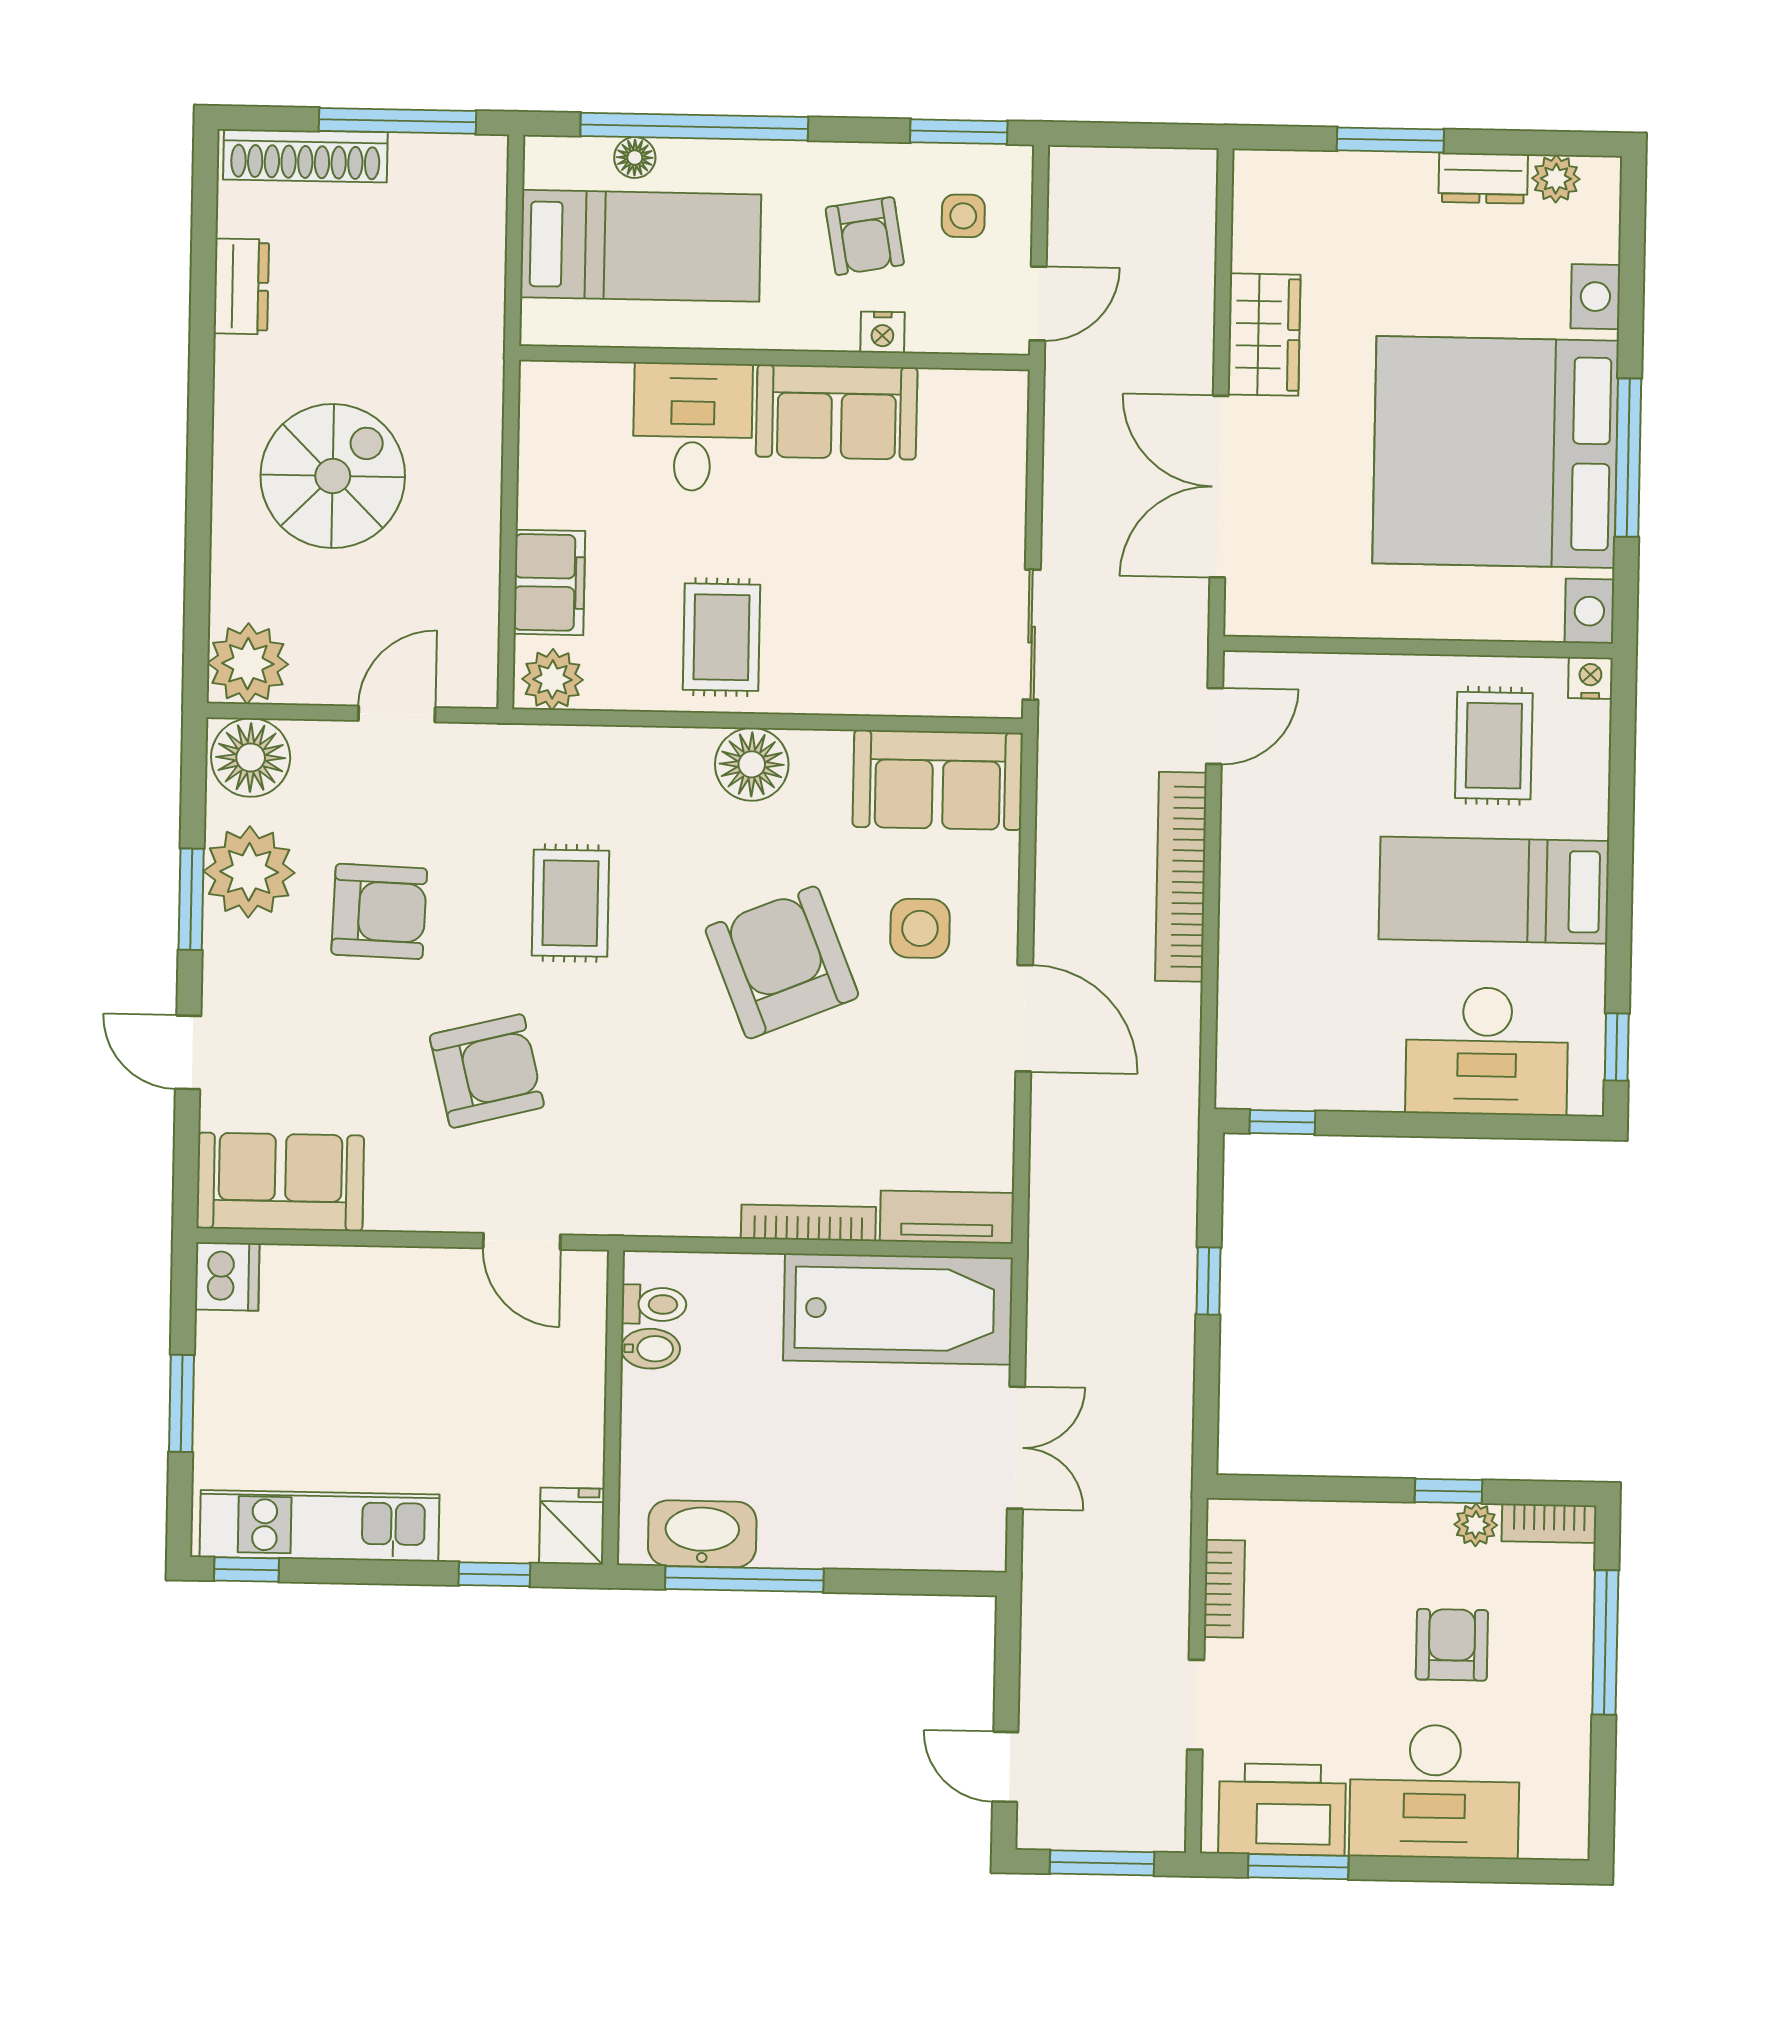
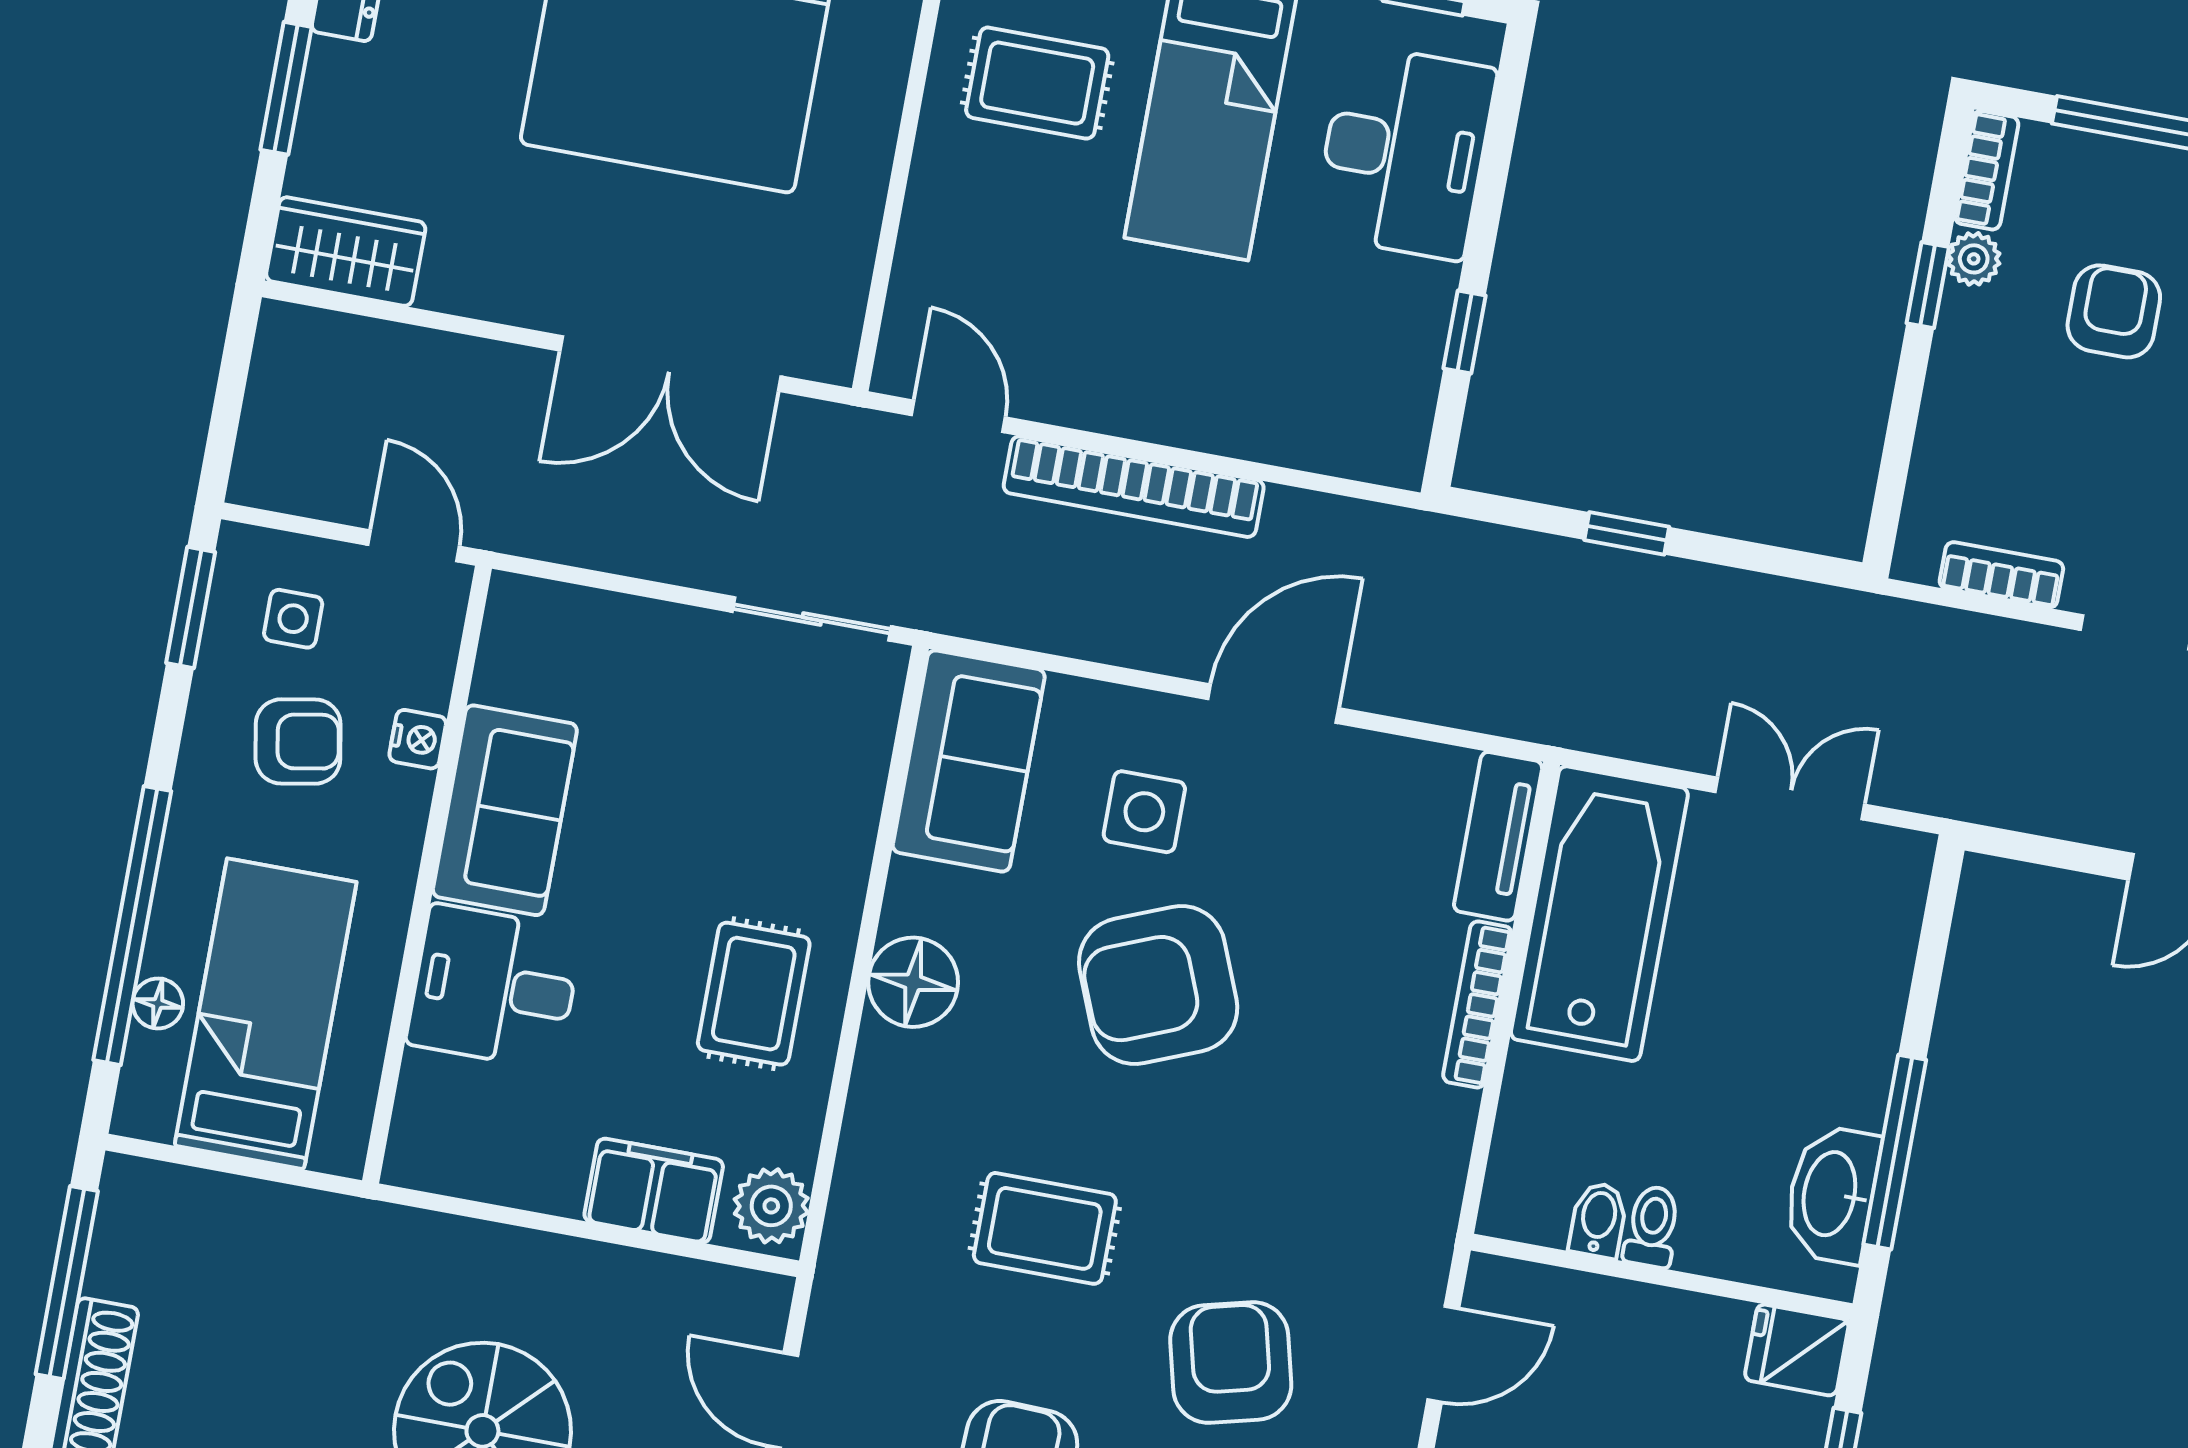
wardrobe: (1264, 335) -> (346, 252), moved
rug: (722, 637) -> (754, 994), turned 90
window: (1282, 1122) -> (1464, 332), moved
toilet: (654, 1304) -> (1652, 1227), moved
armchair: (1452, 1645) -> (2114, 311), turned 90

